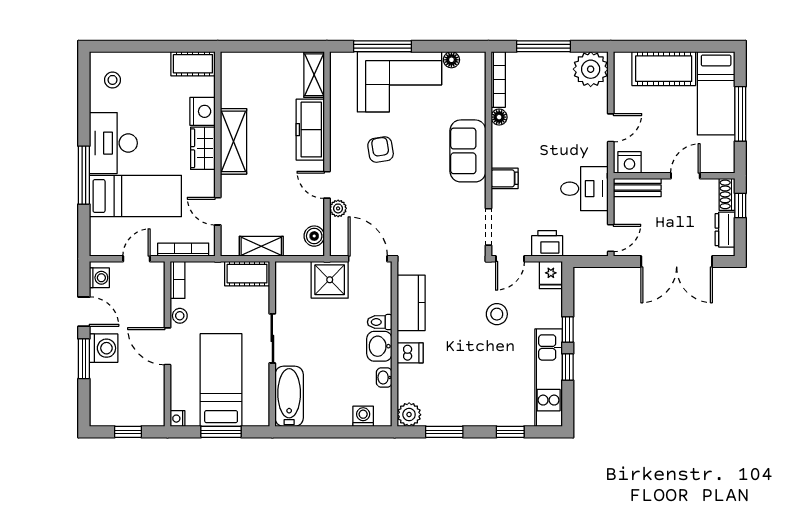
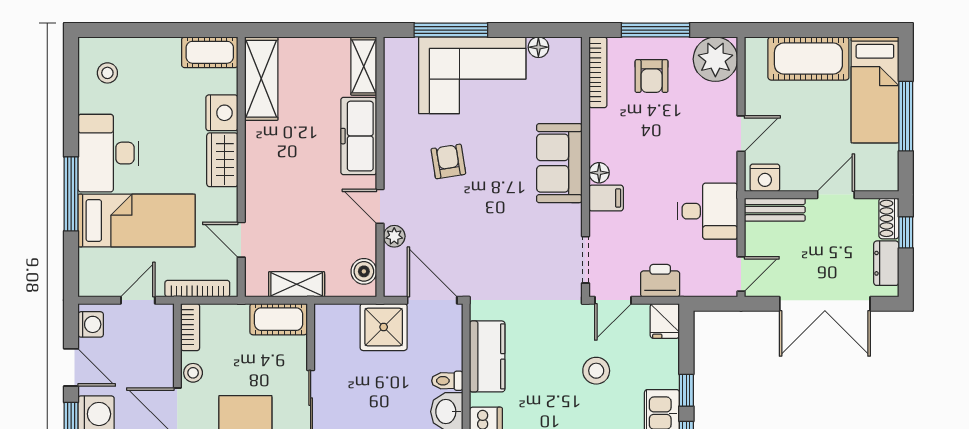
armchair: (540, 82) -> (652, 76), added
floor lamp: (499, 117) -> (599, 173), moved
shelving: (233, 141) -> (261, 79), moved

